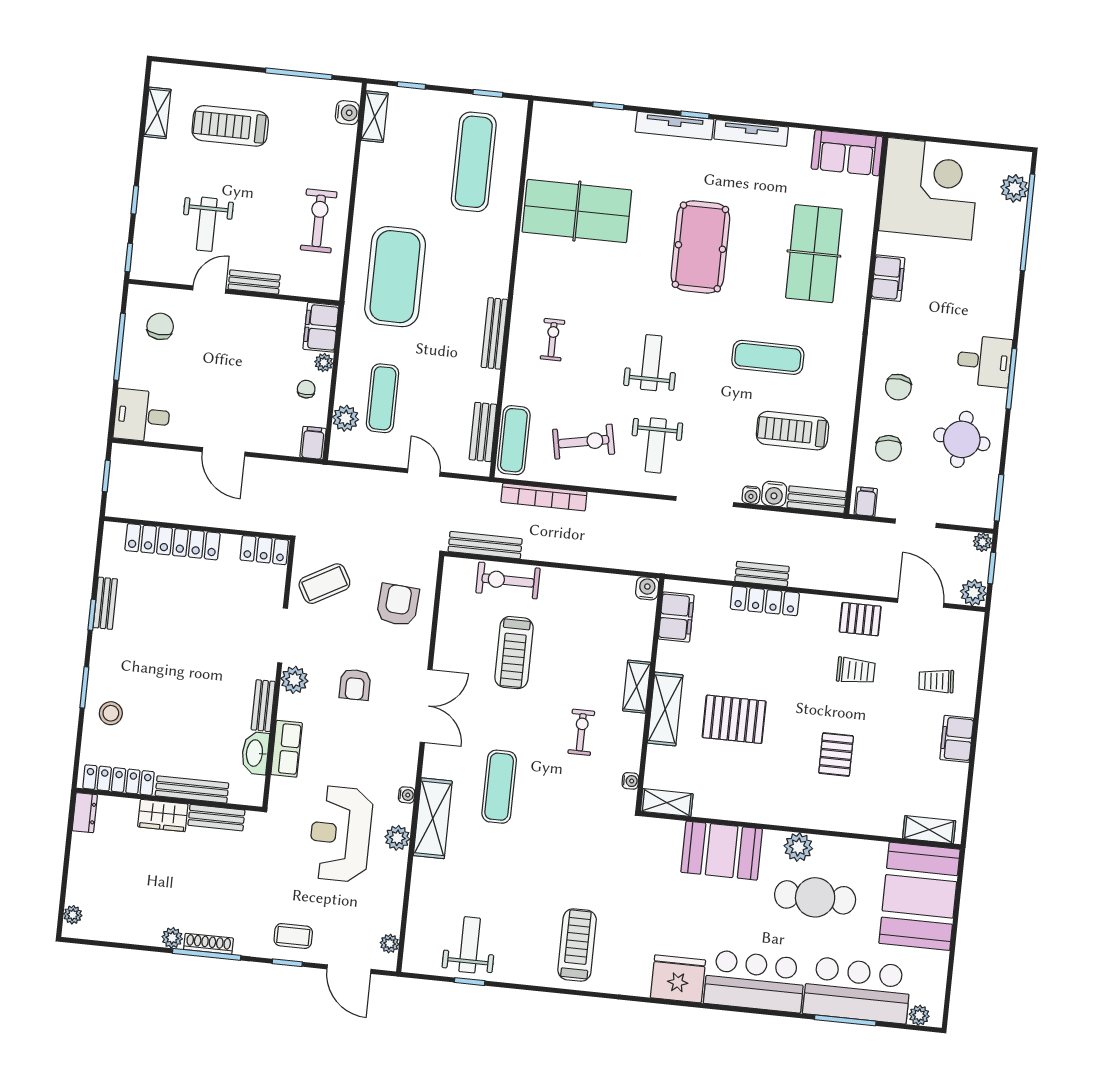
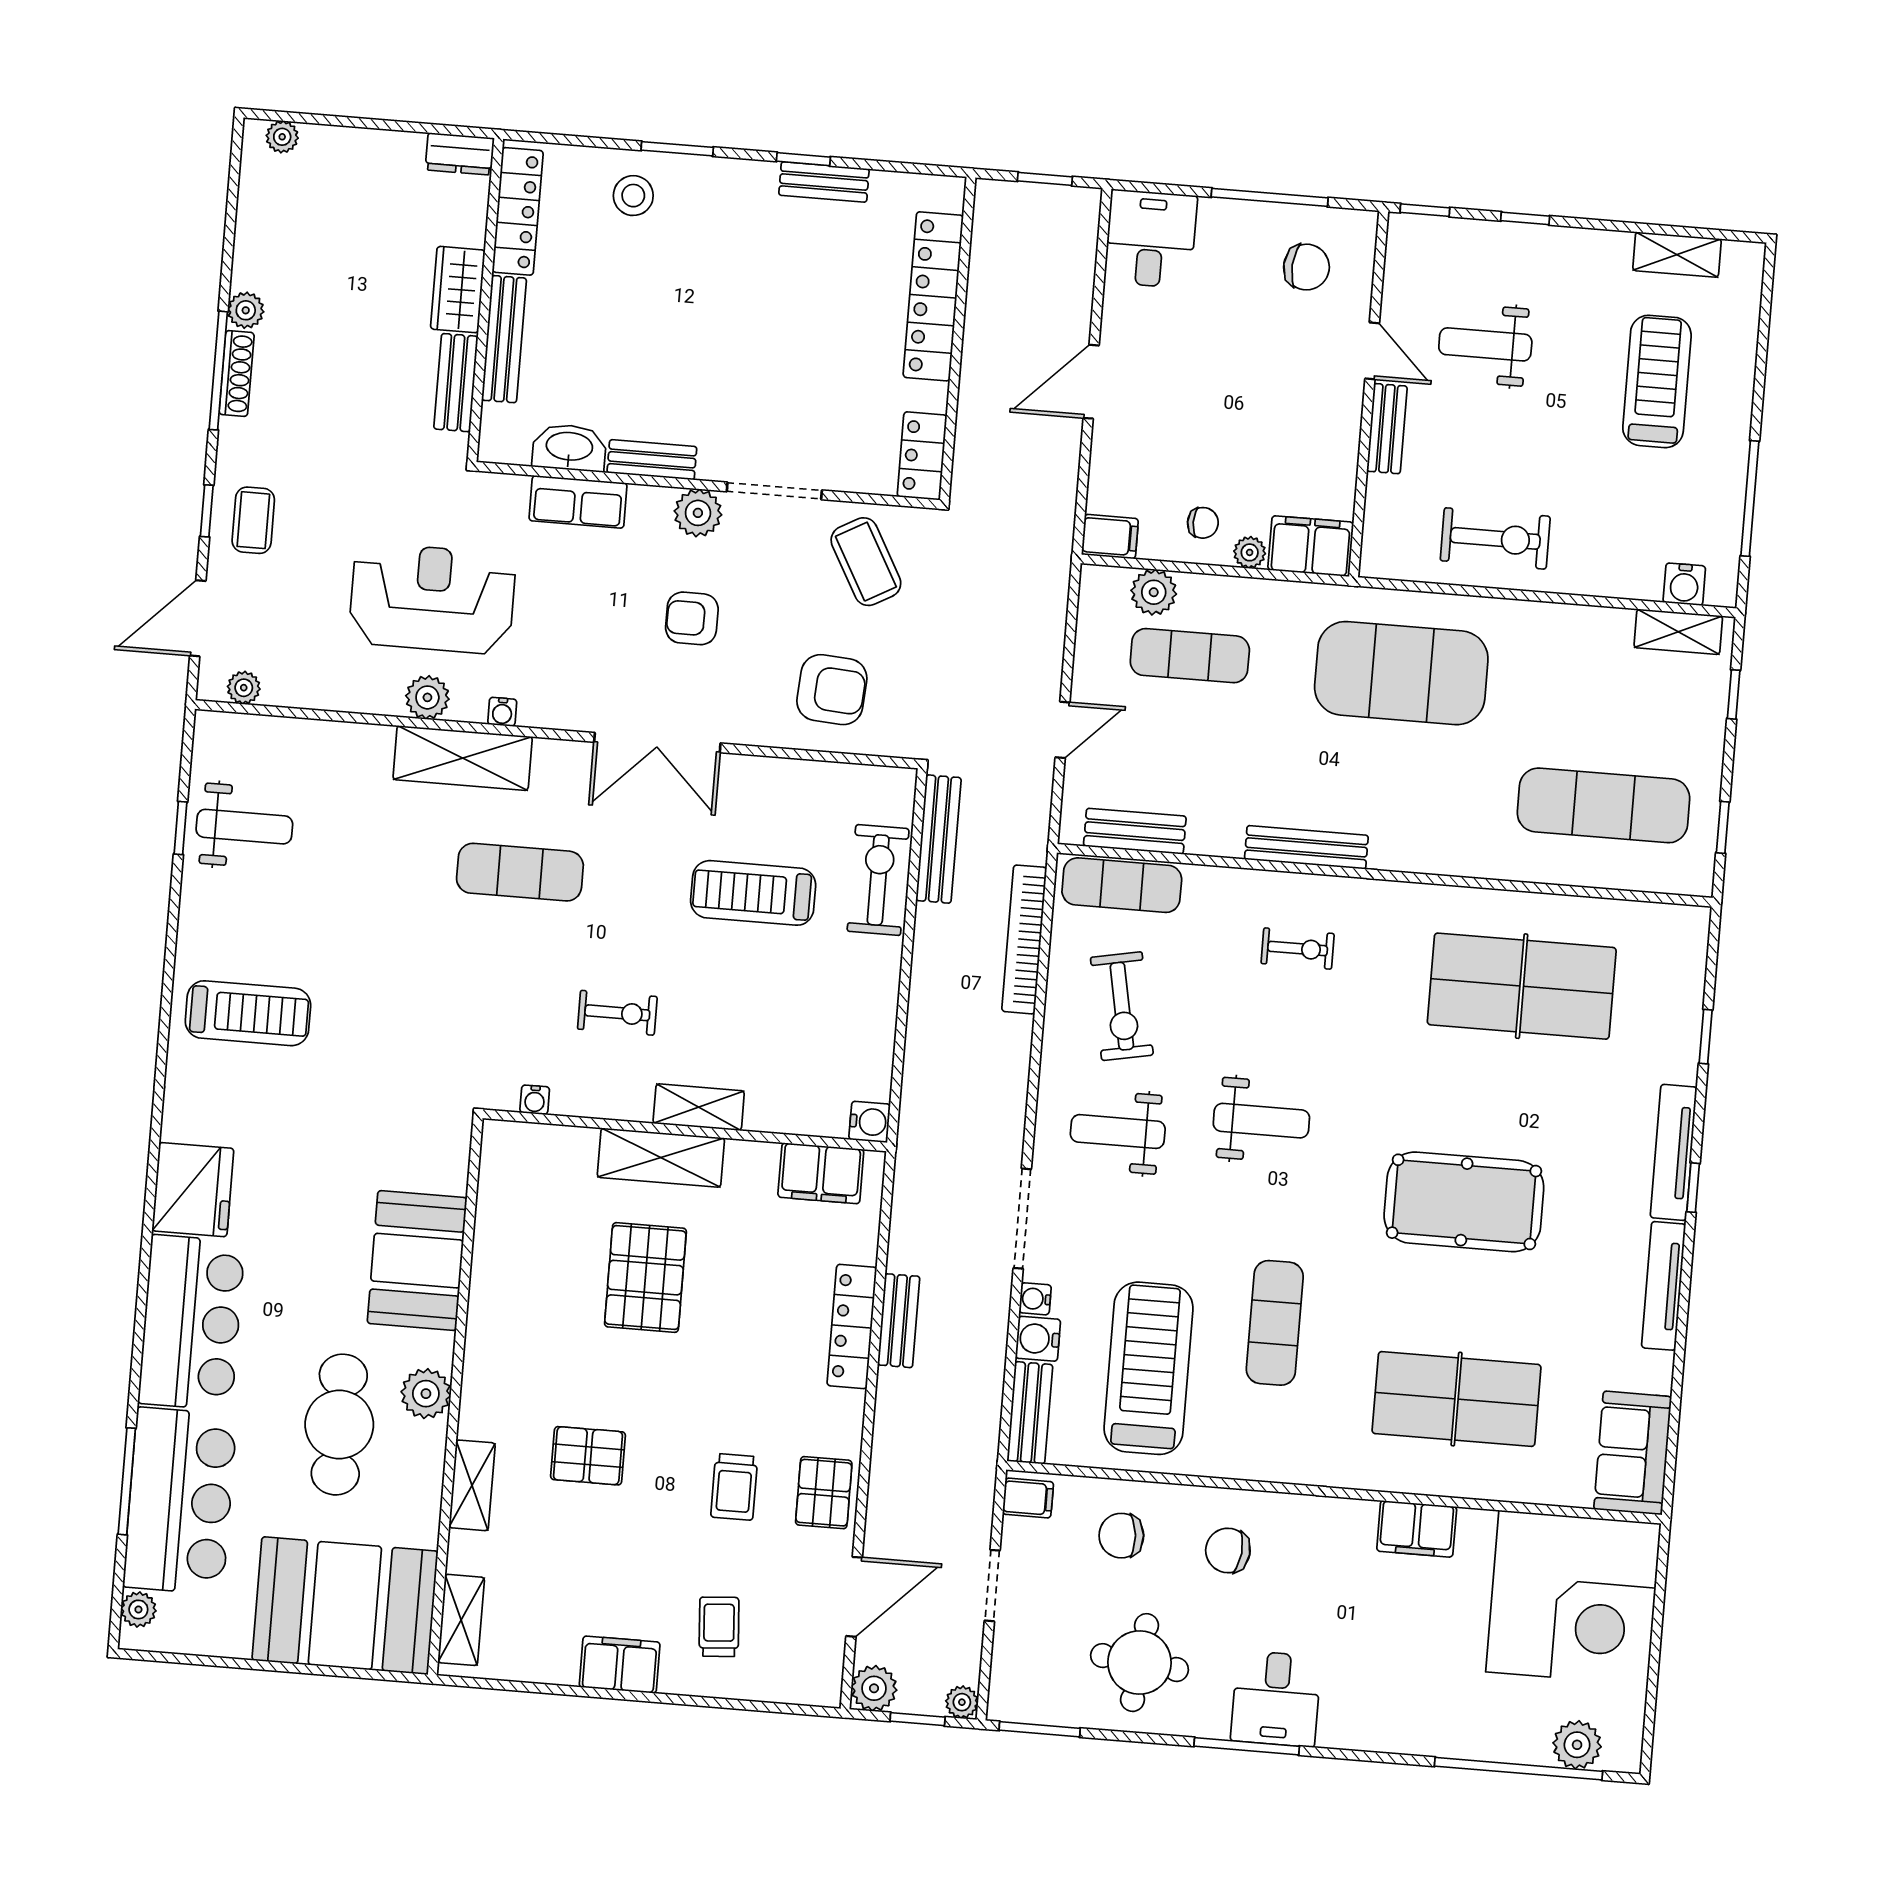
table tennis table: (577, 211) -> (1522, 986), turned 90
treadmill: (792, 431) -> (1149, 1368), width x1.37, depth x1.38
shelving: (667, 803) -> (472, 1485), moved

